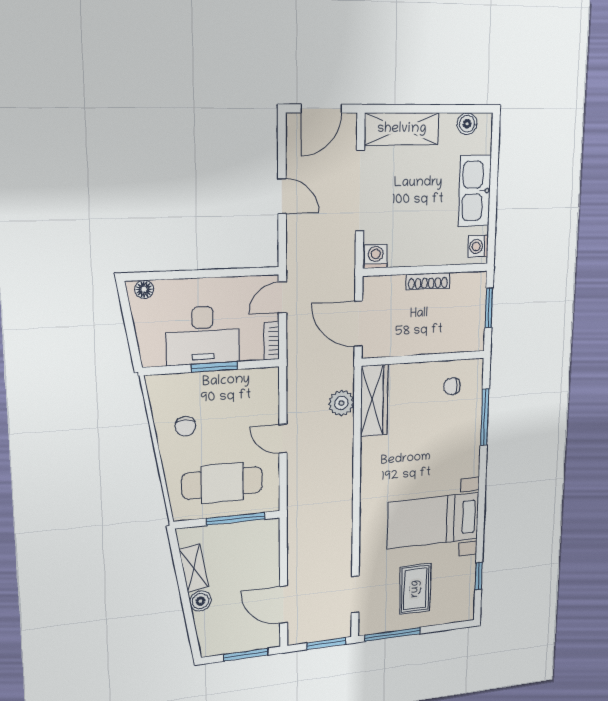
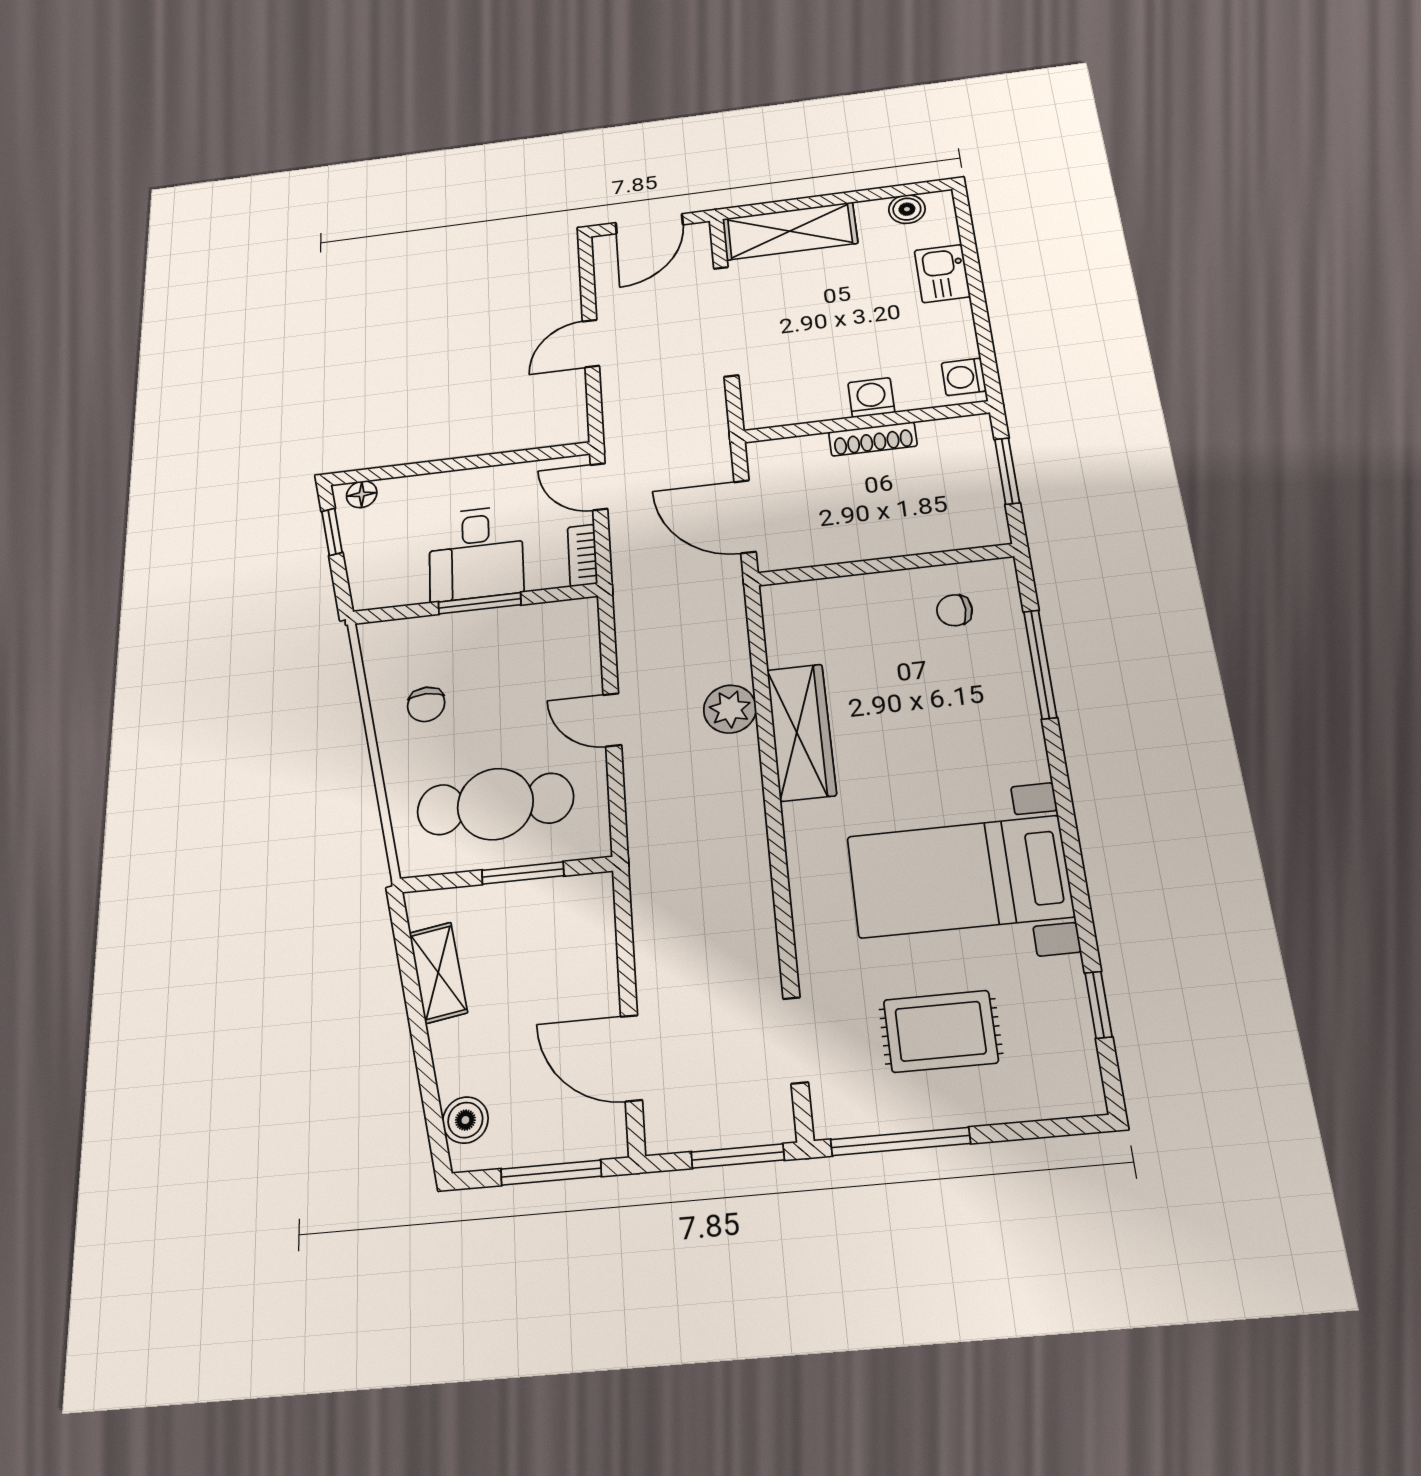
kitchen sink: (475, 191) -> (942, 273), width x0.53, depth x0.81
door: (282, 196) -> (591, 343), swing flipped
washing machine: (376, 256) -> (871, 398), moved
door: (282, 297) -> (599, 487), hinge flipped
window: (127, 314) -> (332, 532), added
desk: (203, 335) -> (476, 553), width x0.73
wardrobe: (374, 401) -> (801, 732), moved
plant: (341, 403) -> (730, 709), moved
window: (236, 519) -> (523, 873), width x0.69
rug: (415, 589) -> (941, 1031), turned 90
boiler: (200, 601) -> (465, 1120), moved

